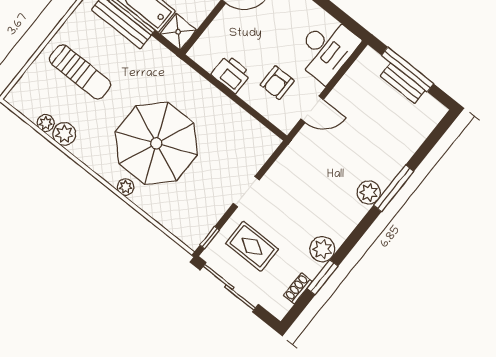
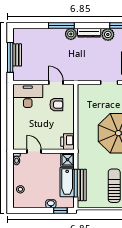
printer: (231, 74) -> (67, 142), moved
dresser: (348, 222) -> (89, 33), added

